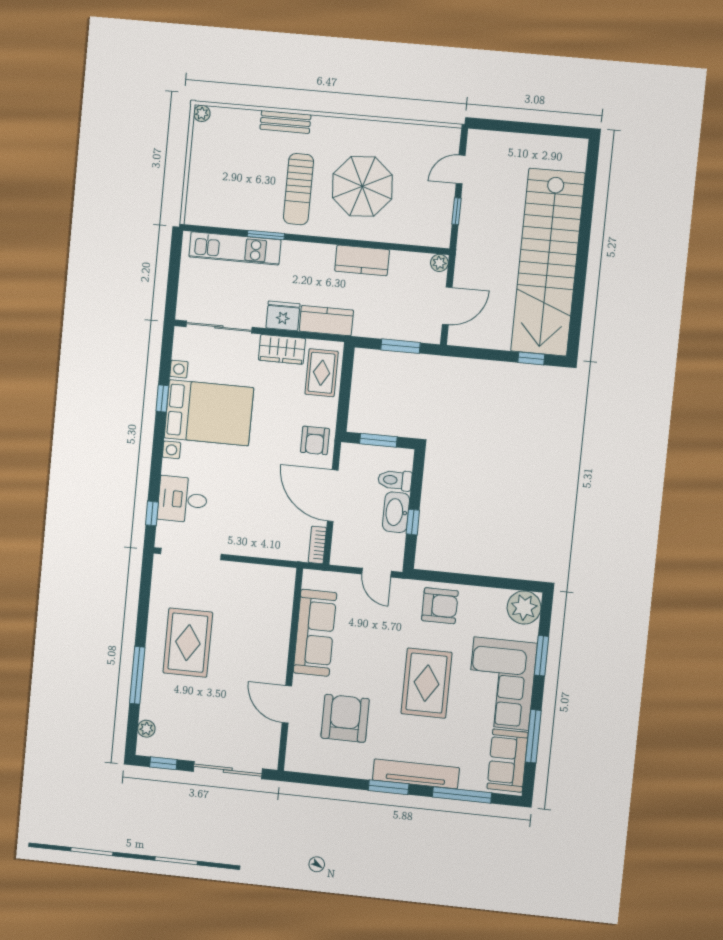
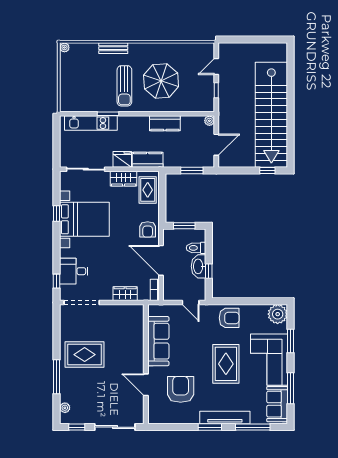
wardrobe: (266, 546) -> (125, 294), added
rug: (188, 643) -> (85, 355), turned 90

